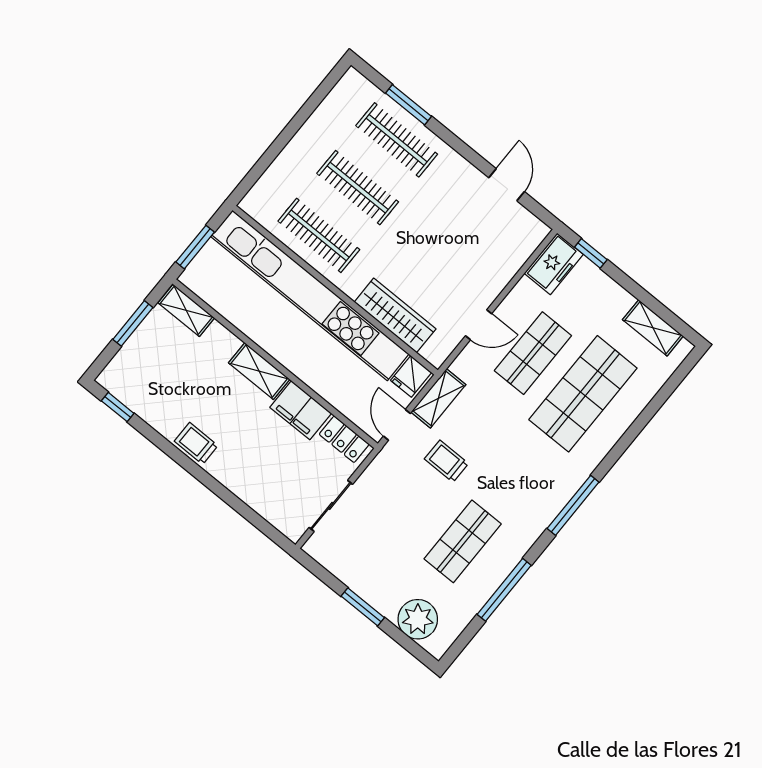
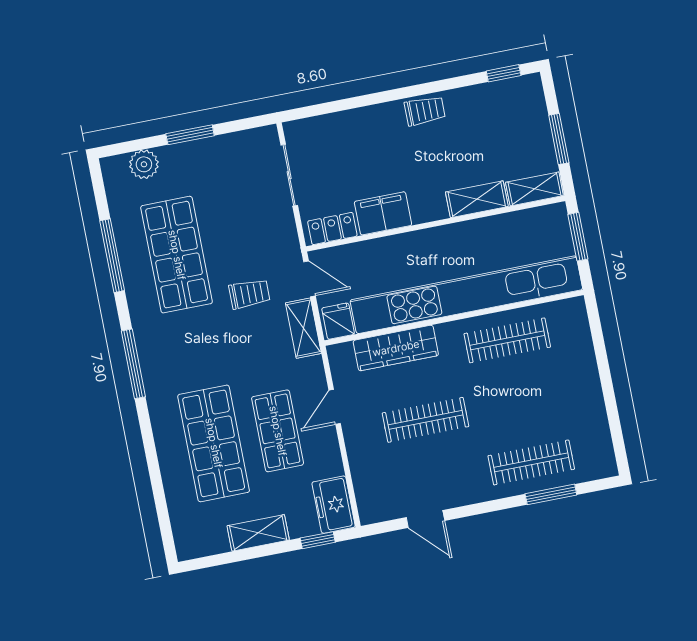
clothes rail: (358, 188) -> (425, 420), moved
shelving: (653, 328) -> (258, 533), moved
shelving: (259, 371) -> (477, 199), moved
shop shelf: (463, 541) -> (177, 255), width x1.43, depth x1.36
plant: (418, 619) -> (144, 164), width x0.73, depth x0.73

